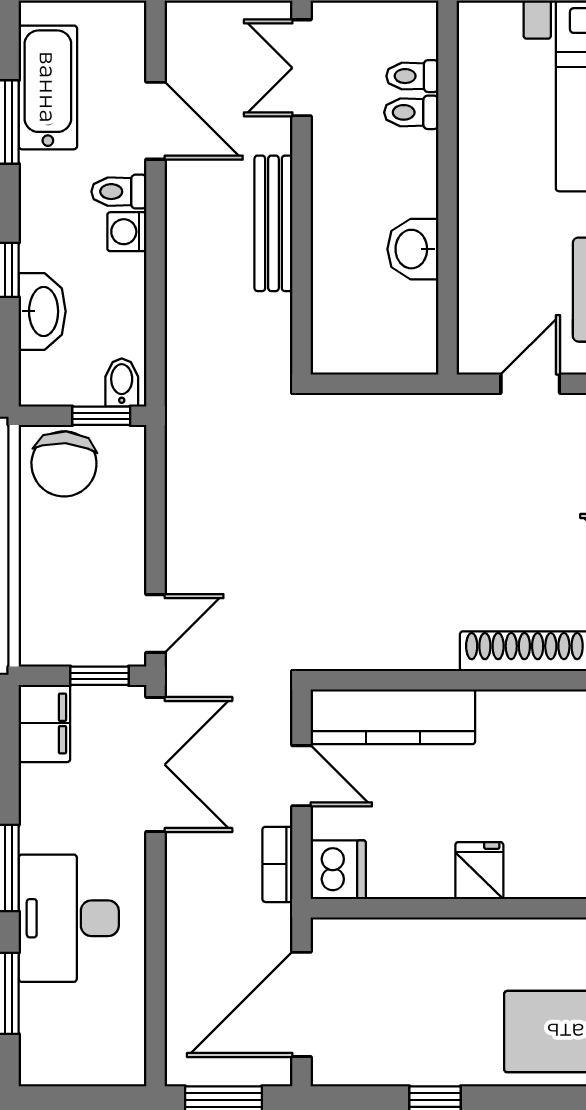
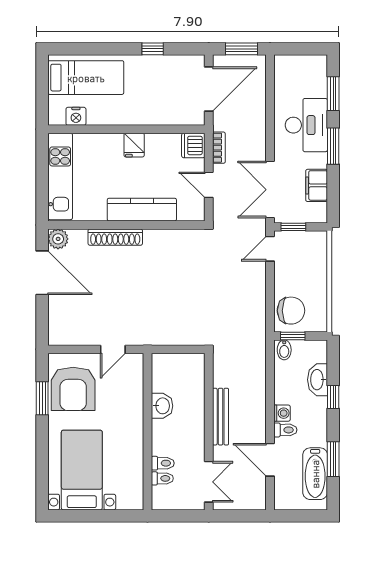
chair: (64, 464) -> (291, 311), moved, turned 86
kitchen counter: (393, 717) -> (142, 210), moved
filing cabinet: (44, 723) -> (317, 185), moved

